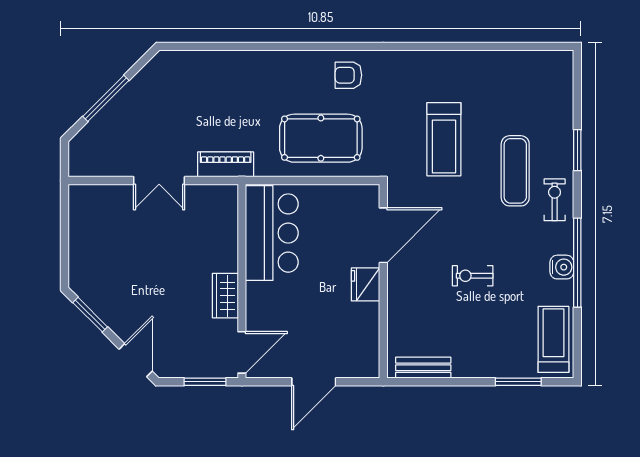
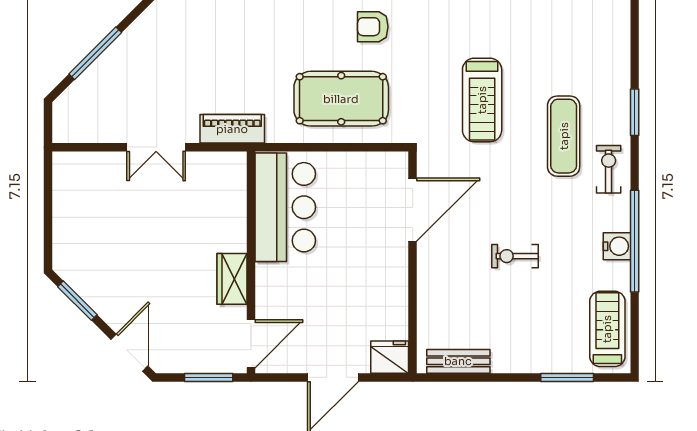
fridge: (365, 284) -> (390, 357), moved, turned 90

